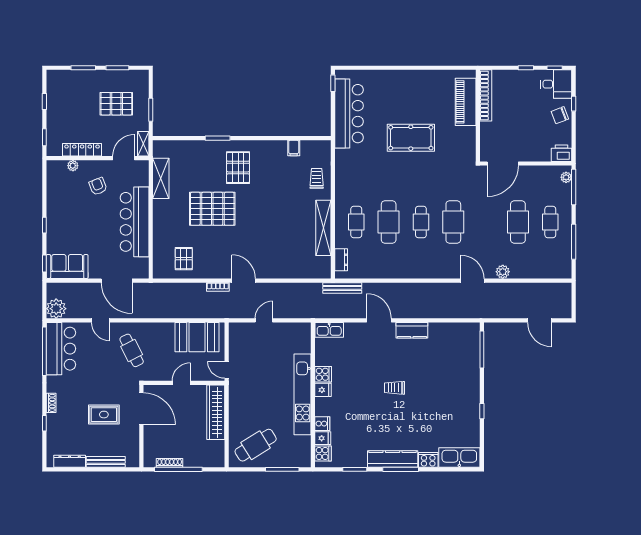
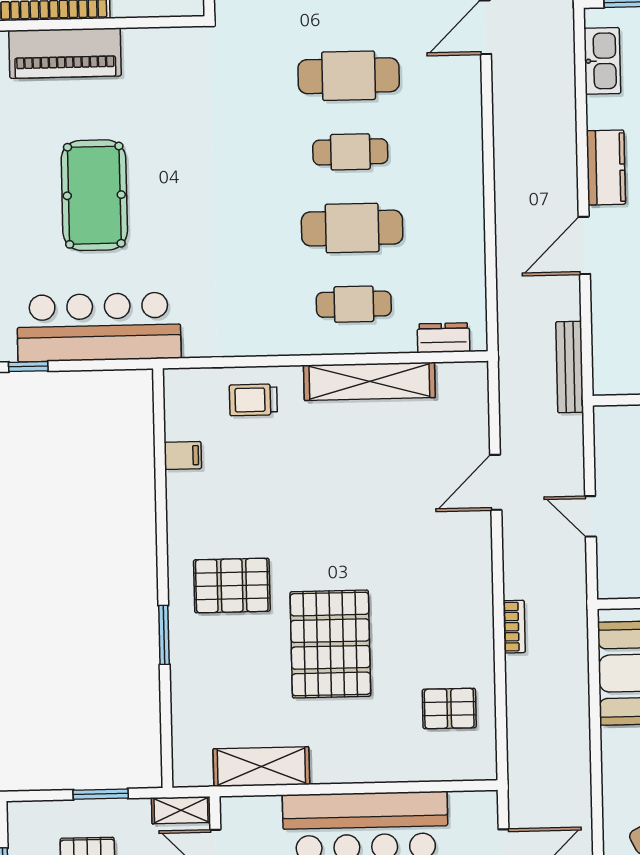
pool table: (411, 138) -> (94, 195), moved
door: (244, 281) -> (496, 482), moved
bench: (342, 288) -> (570, 367), moved
kitchen sink: (329, 330) -> (602, 61), moved

